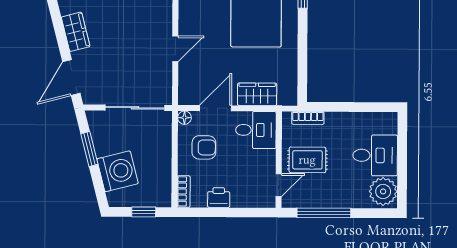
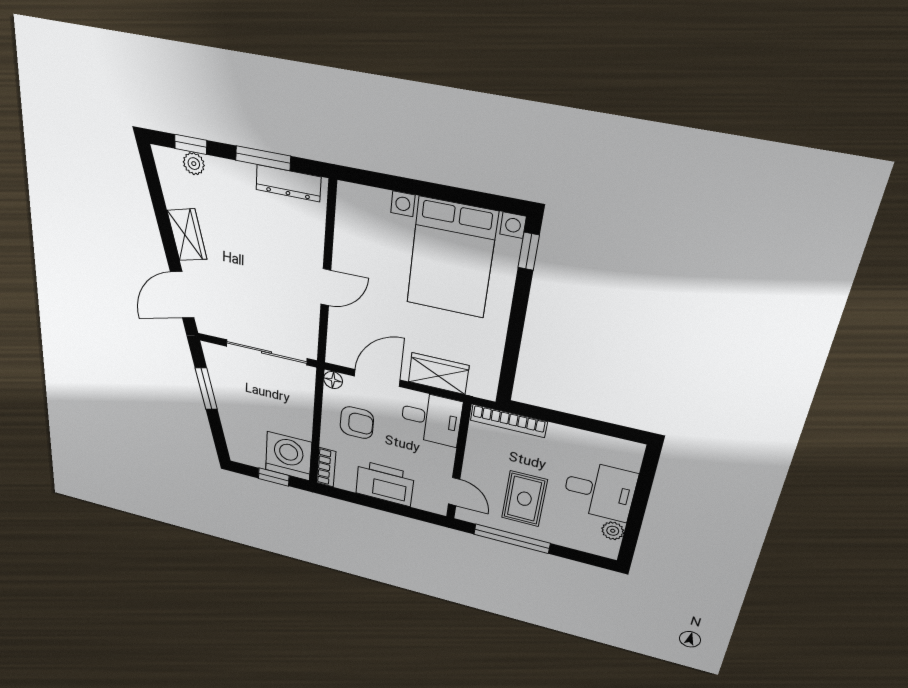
bookcase: (308, 118) -> (509, 421), width x1.56
rug: (307, 160) -> (524, 499), moved, turned 90
washing machine: (118, 171) -> (288, 456), moved, turned -76
door: (279, 185) -> (454, 492), hinge flipped
plant: (383, 191) -> (613, 531), width x0.53, depth x0.53
printer: (219, 198) -> (385, 483), width x1.87, depth x1.48

